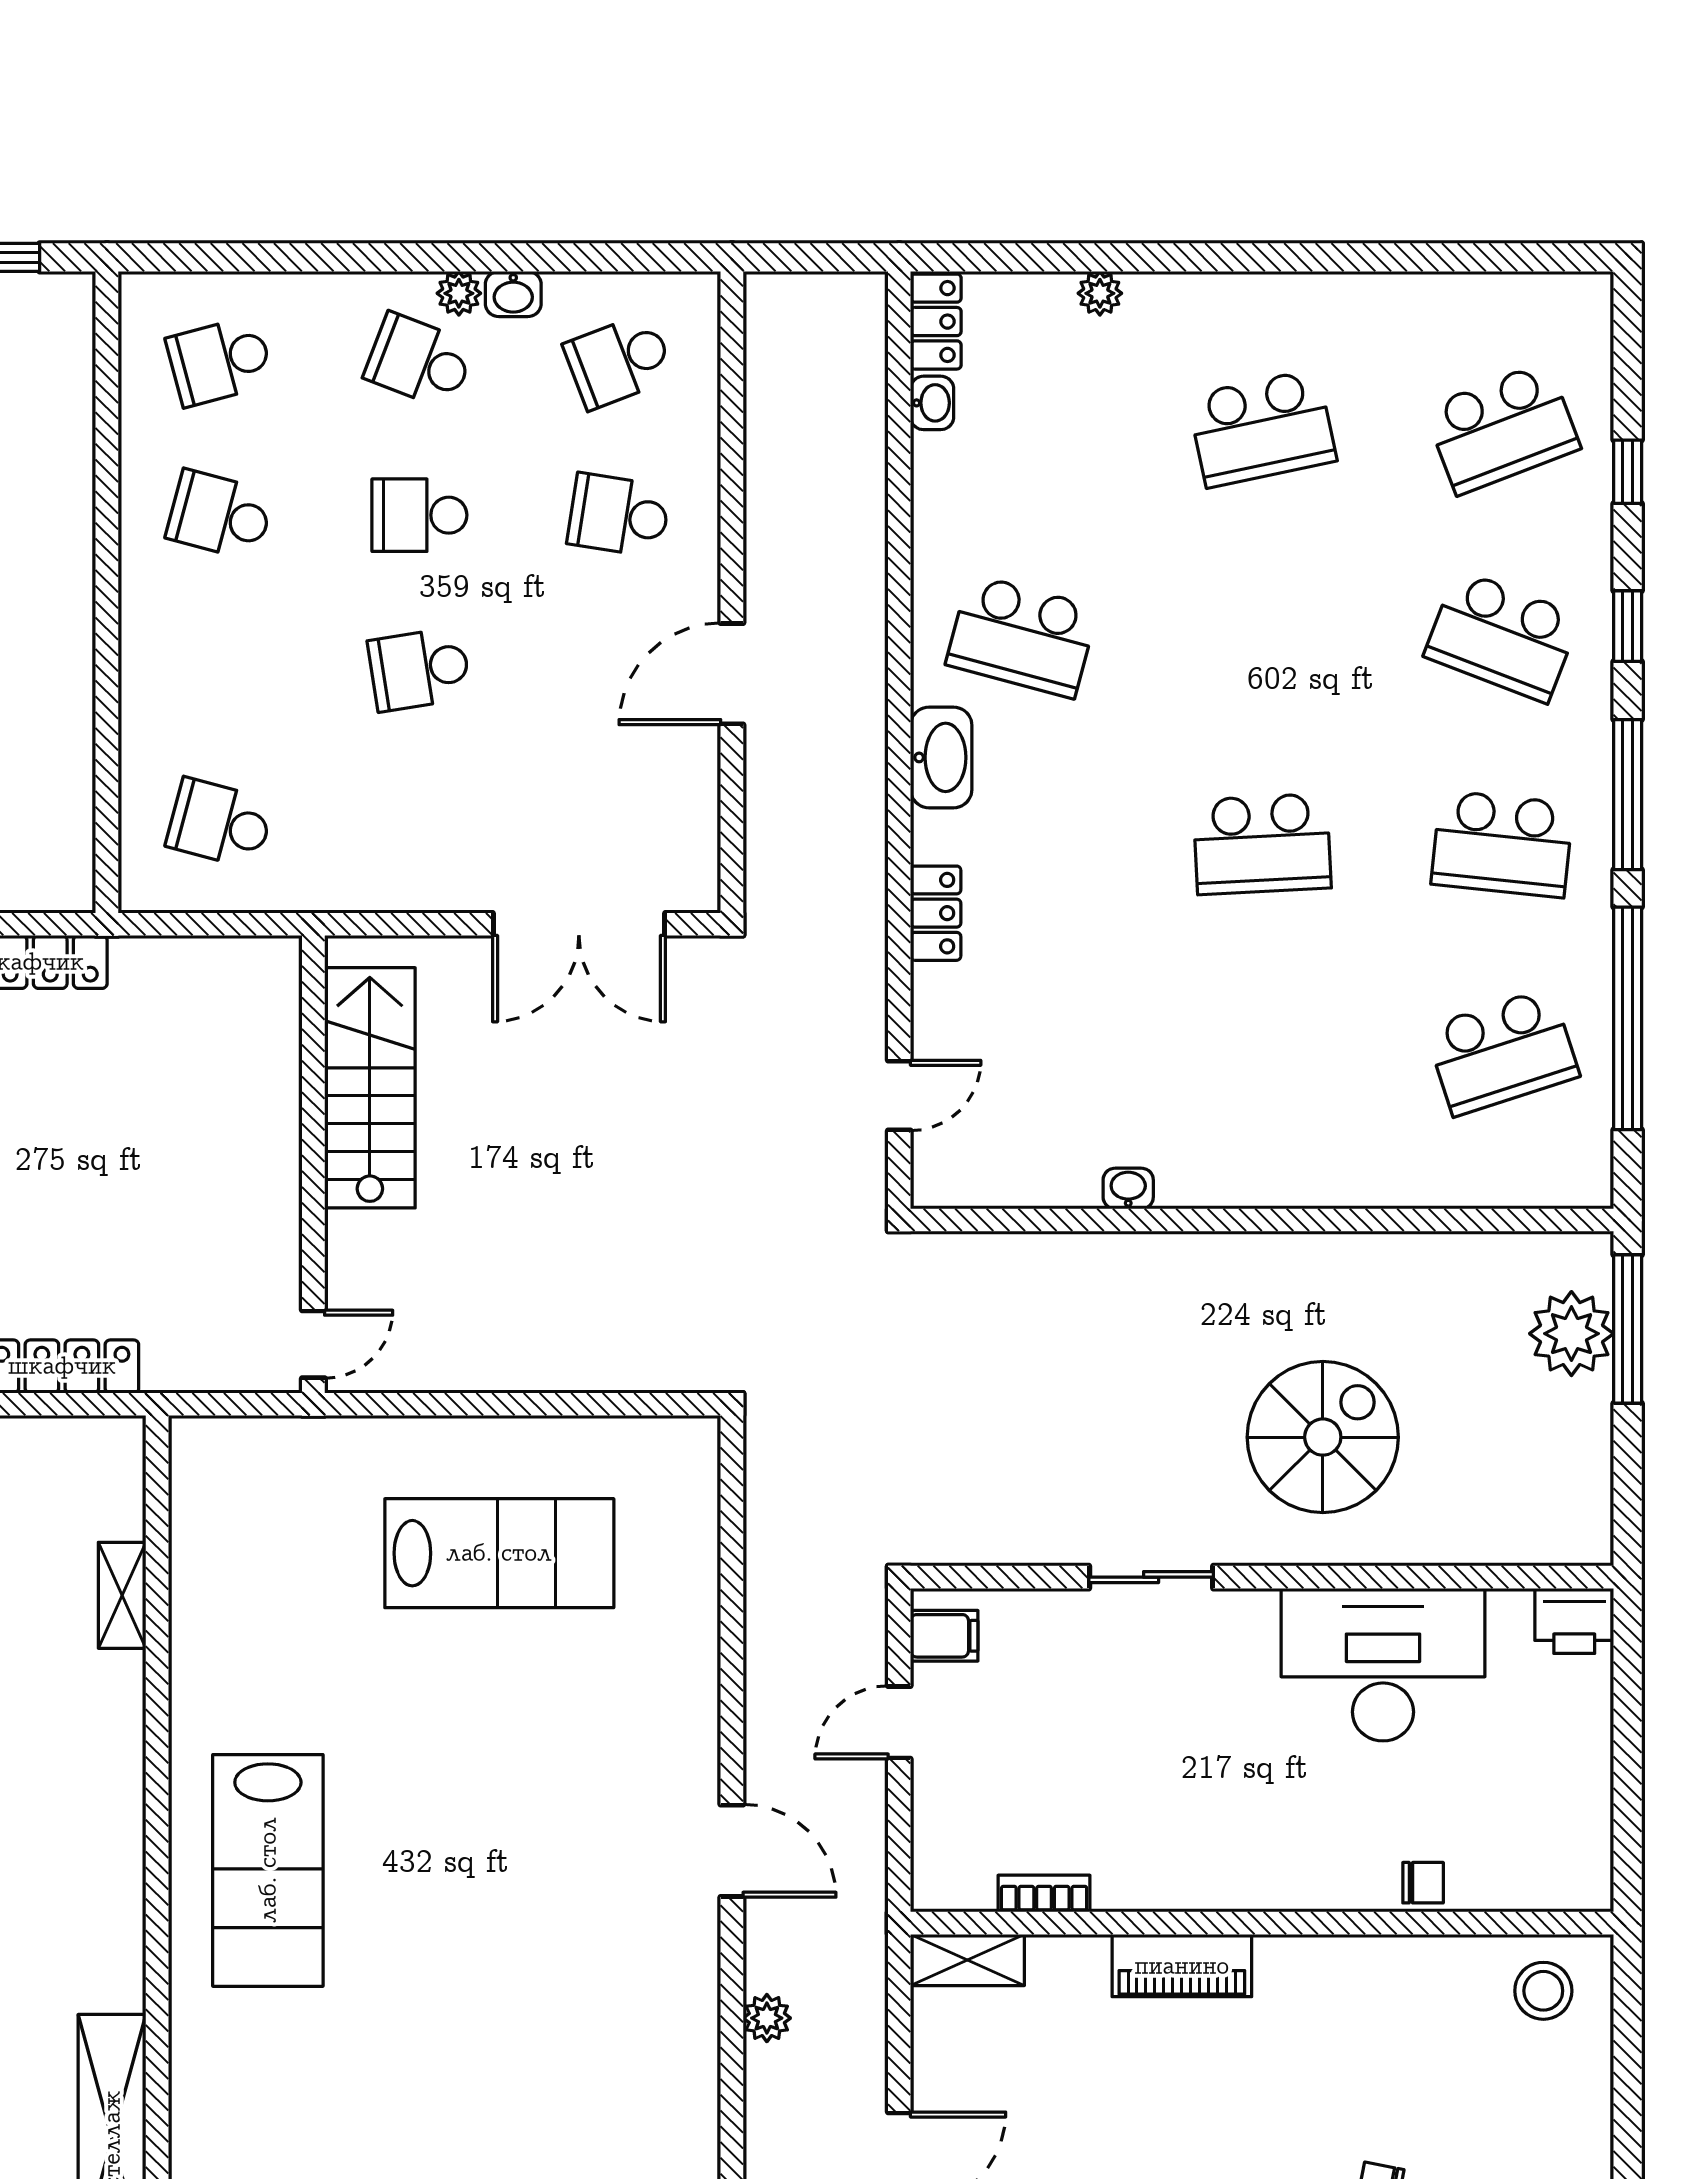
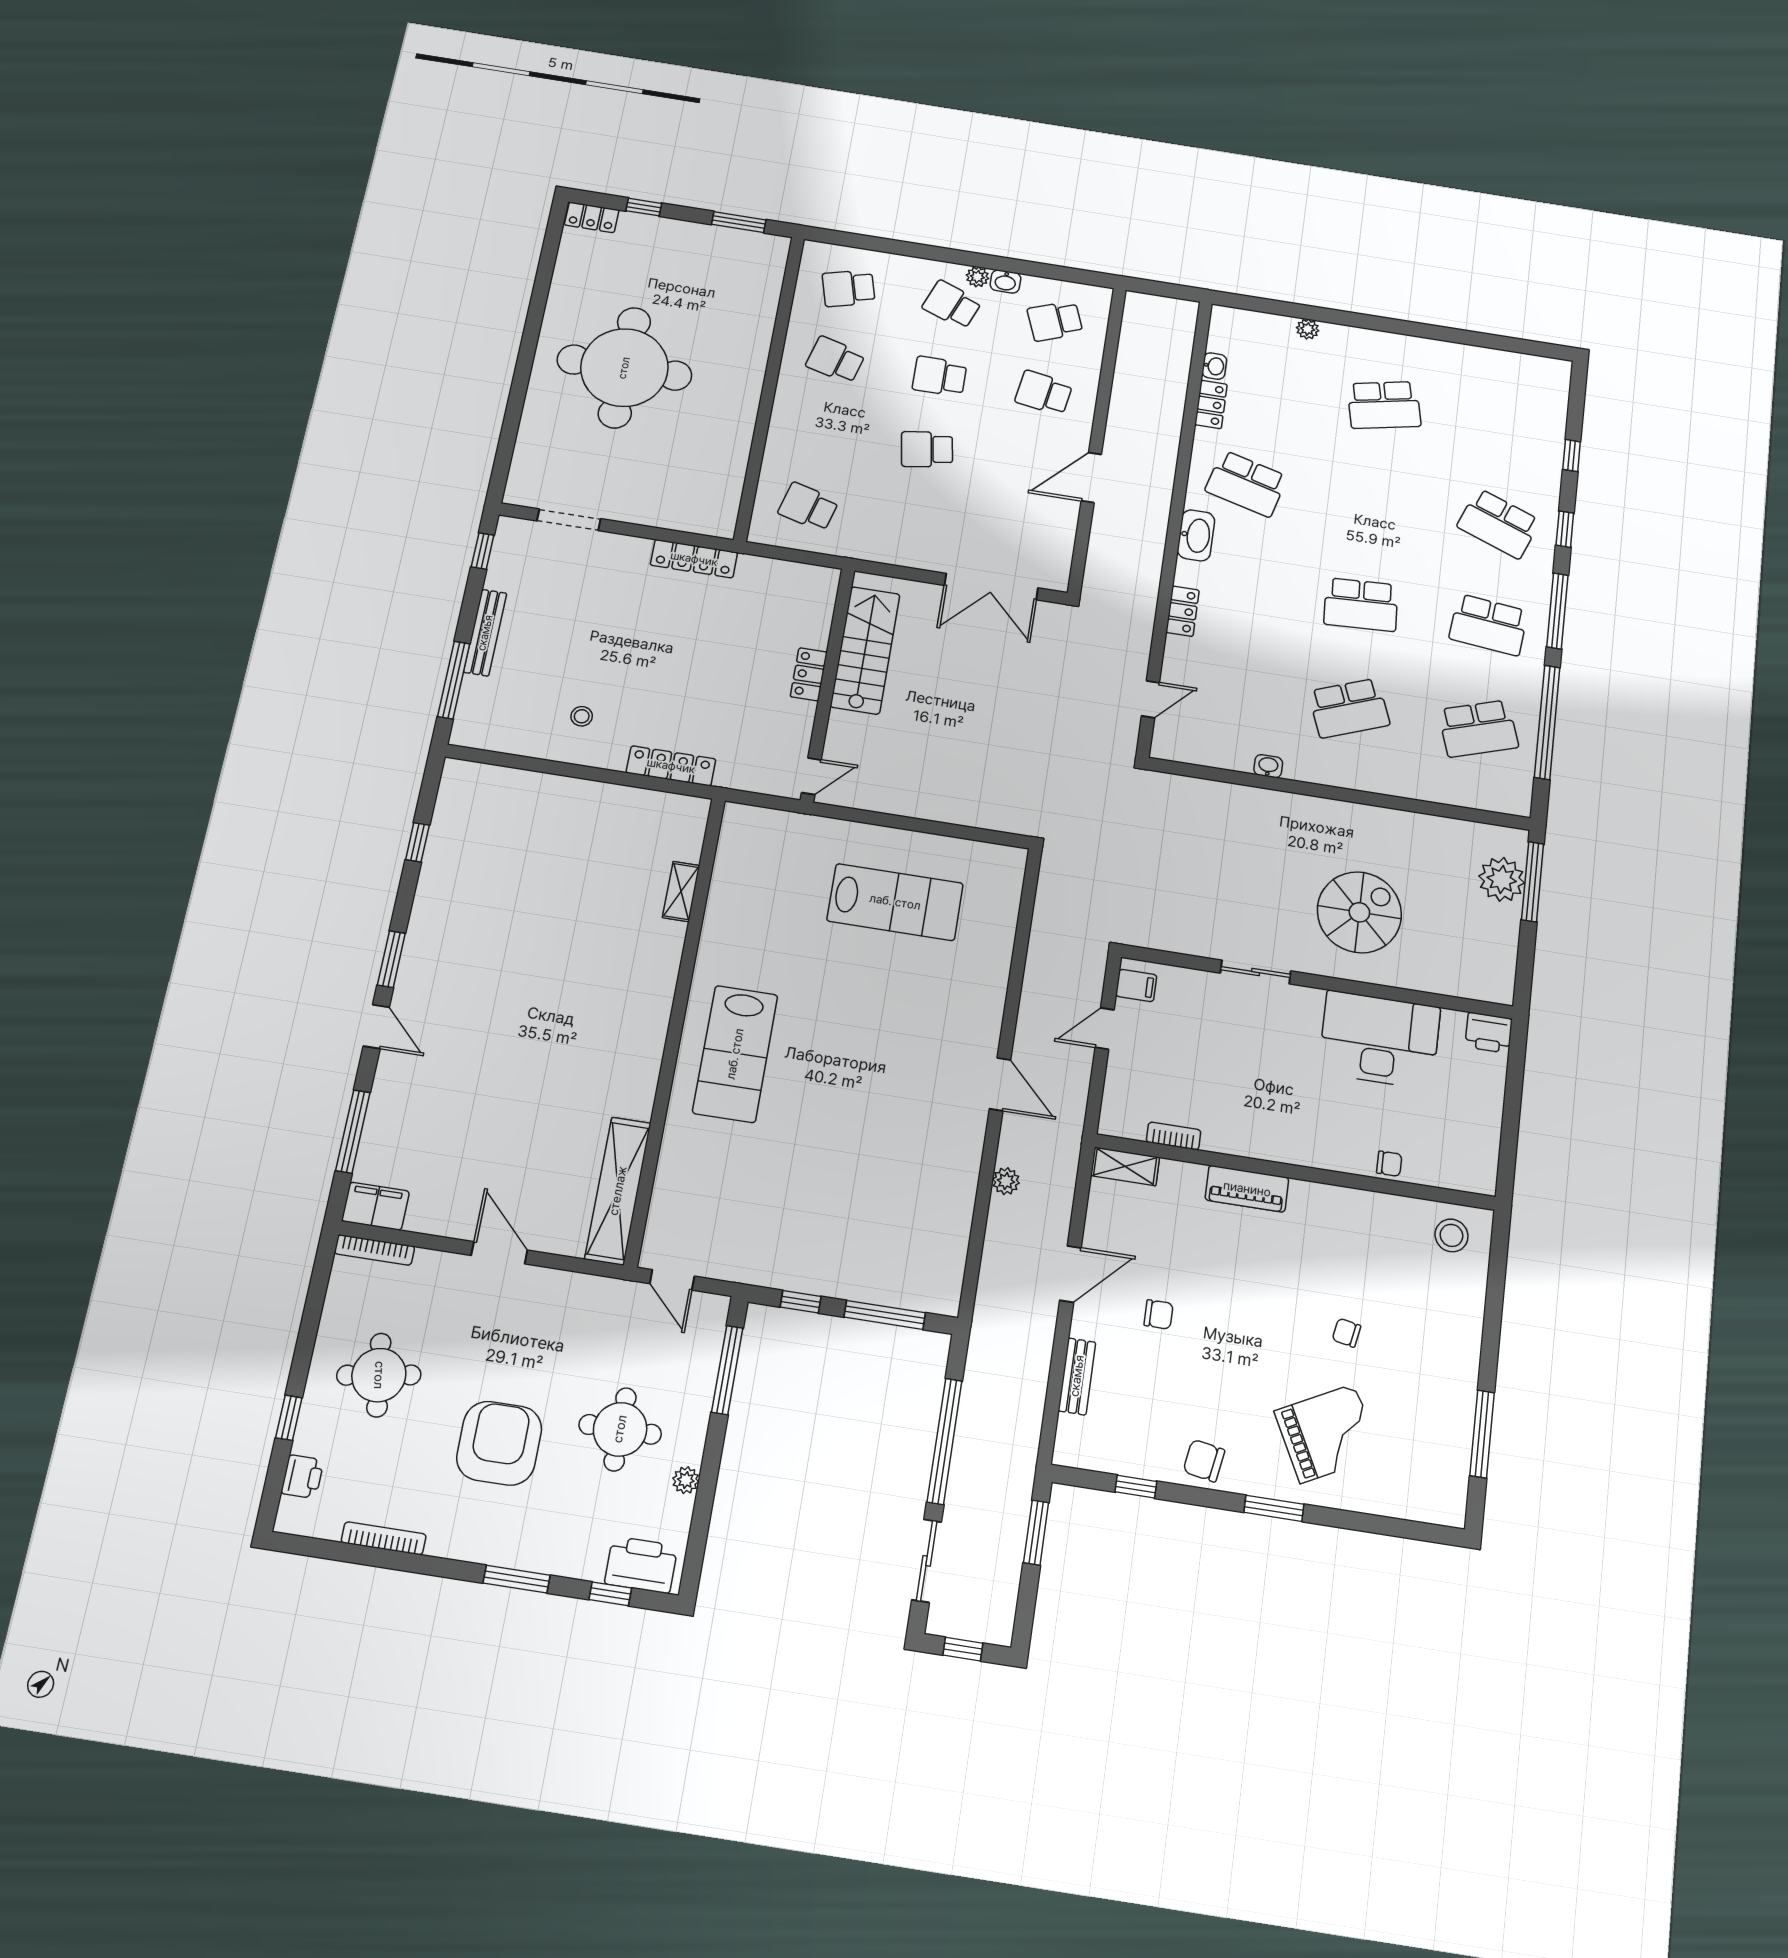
locker: (936, 322) -> (1211, 404), moved
school desk: (1502, 428) -> (1349, 708), moved
locker: (276, 1151) -> (809, 674), added

